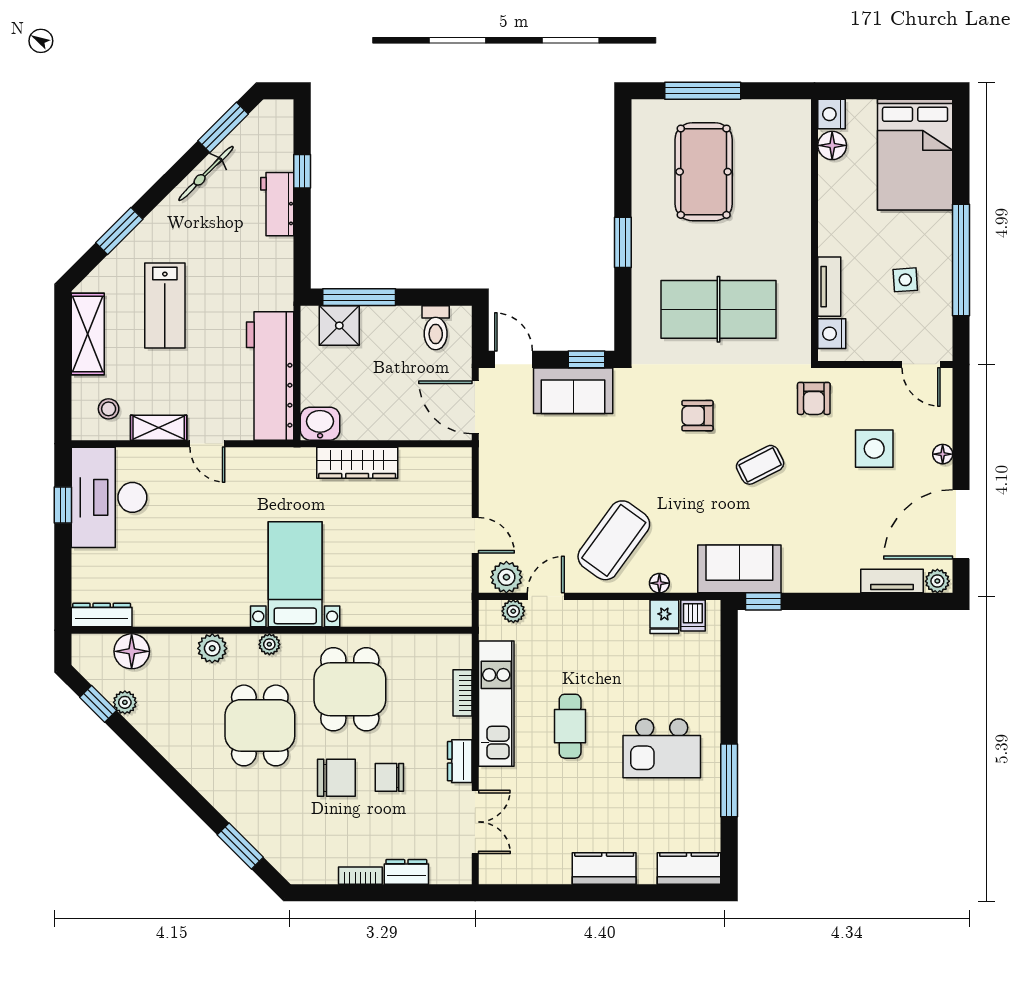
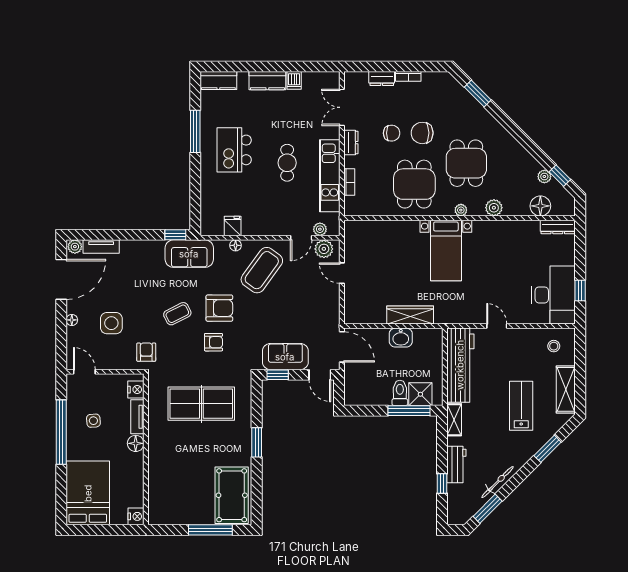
floor lamp: (832, 145) -> (136, 443), moved
pool table: (704, 172) -> (232, 495), moved
toilet: (436, 328) -> (400, 393), moved
washbasin: (320, 424) -> (401, 338), moved
shelving: (159, 428) -> (454, 420), moved, turned 90
armchair: (687, 475) -> (219, 308), added
dishwasher: (693, 615) -> (294, 80), moved, turned 180
kitchen island: (662, 748) -> (234, 150), turned -90

